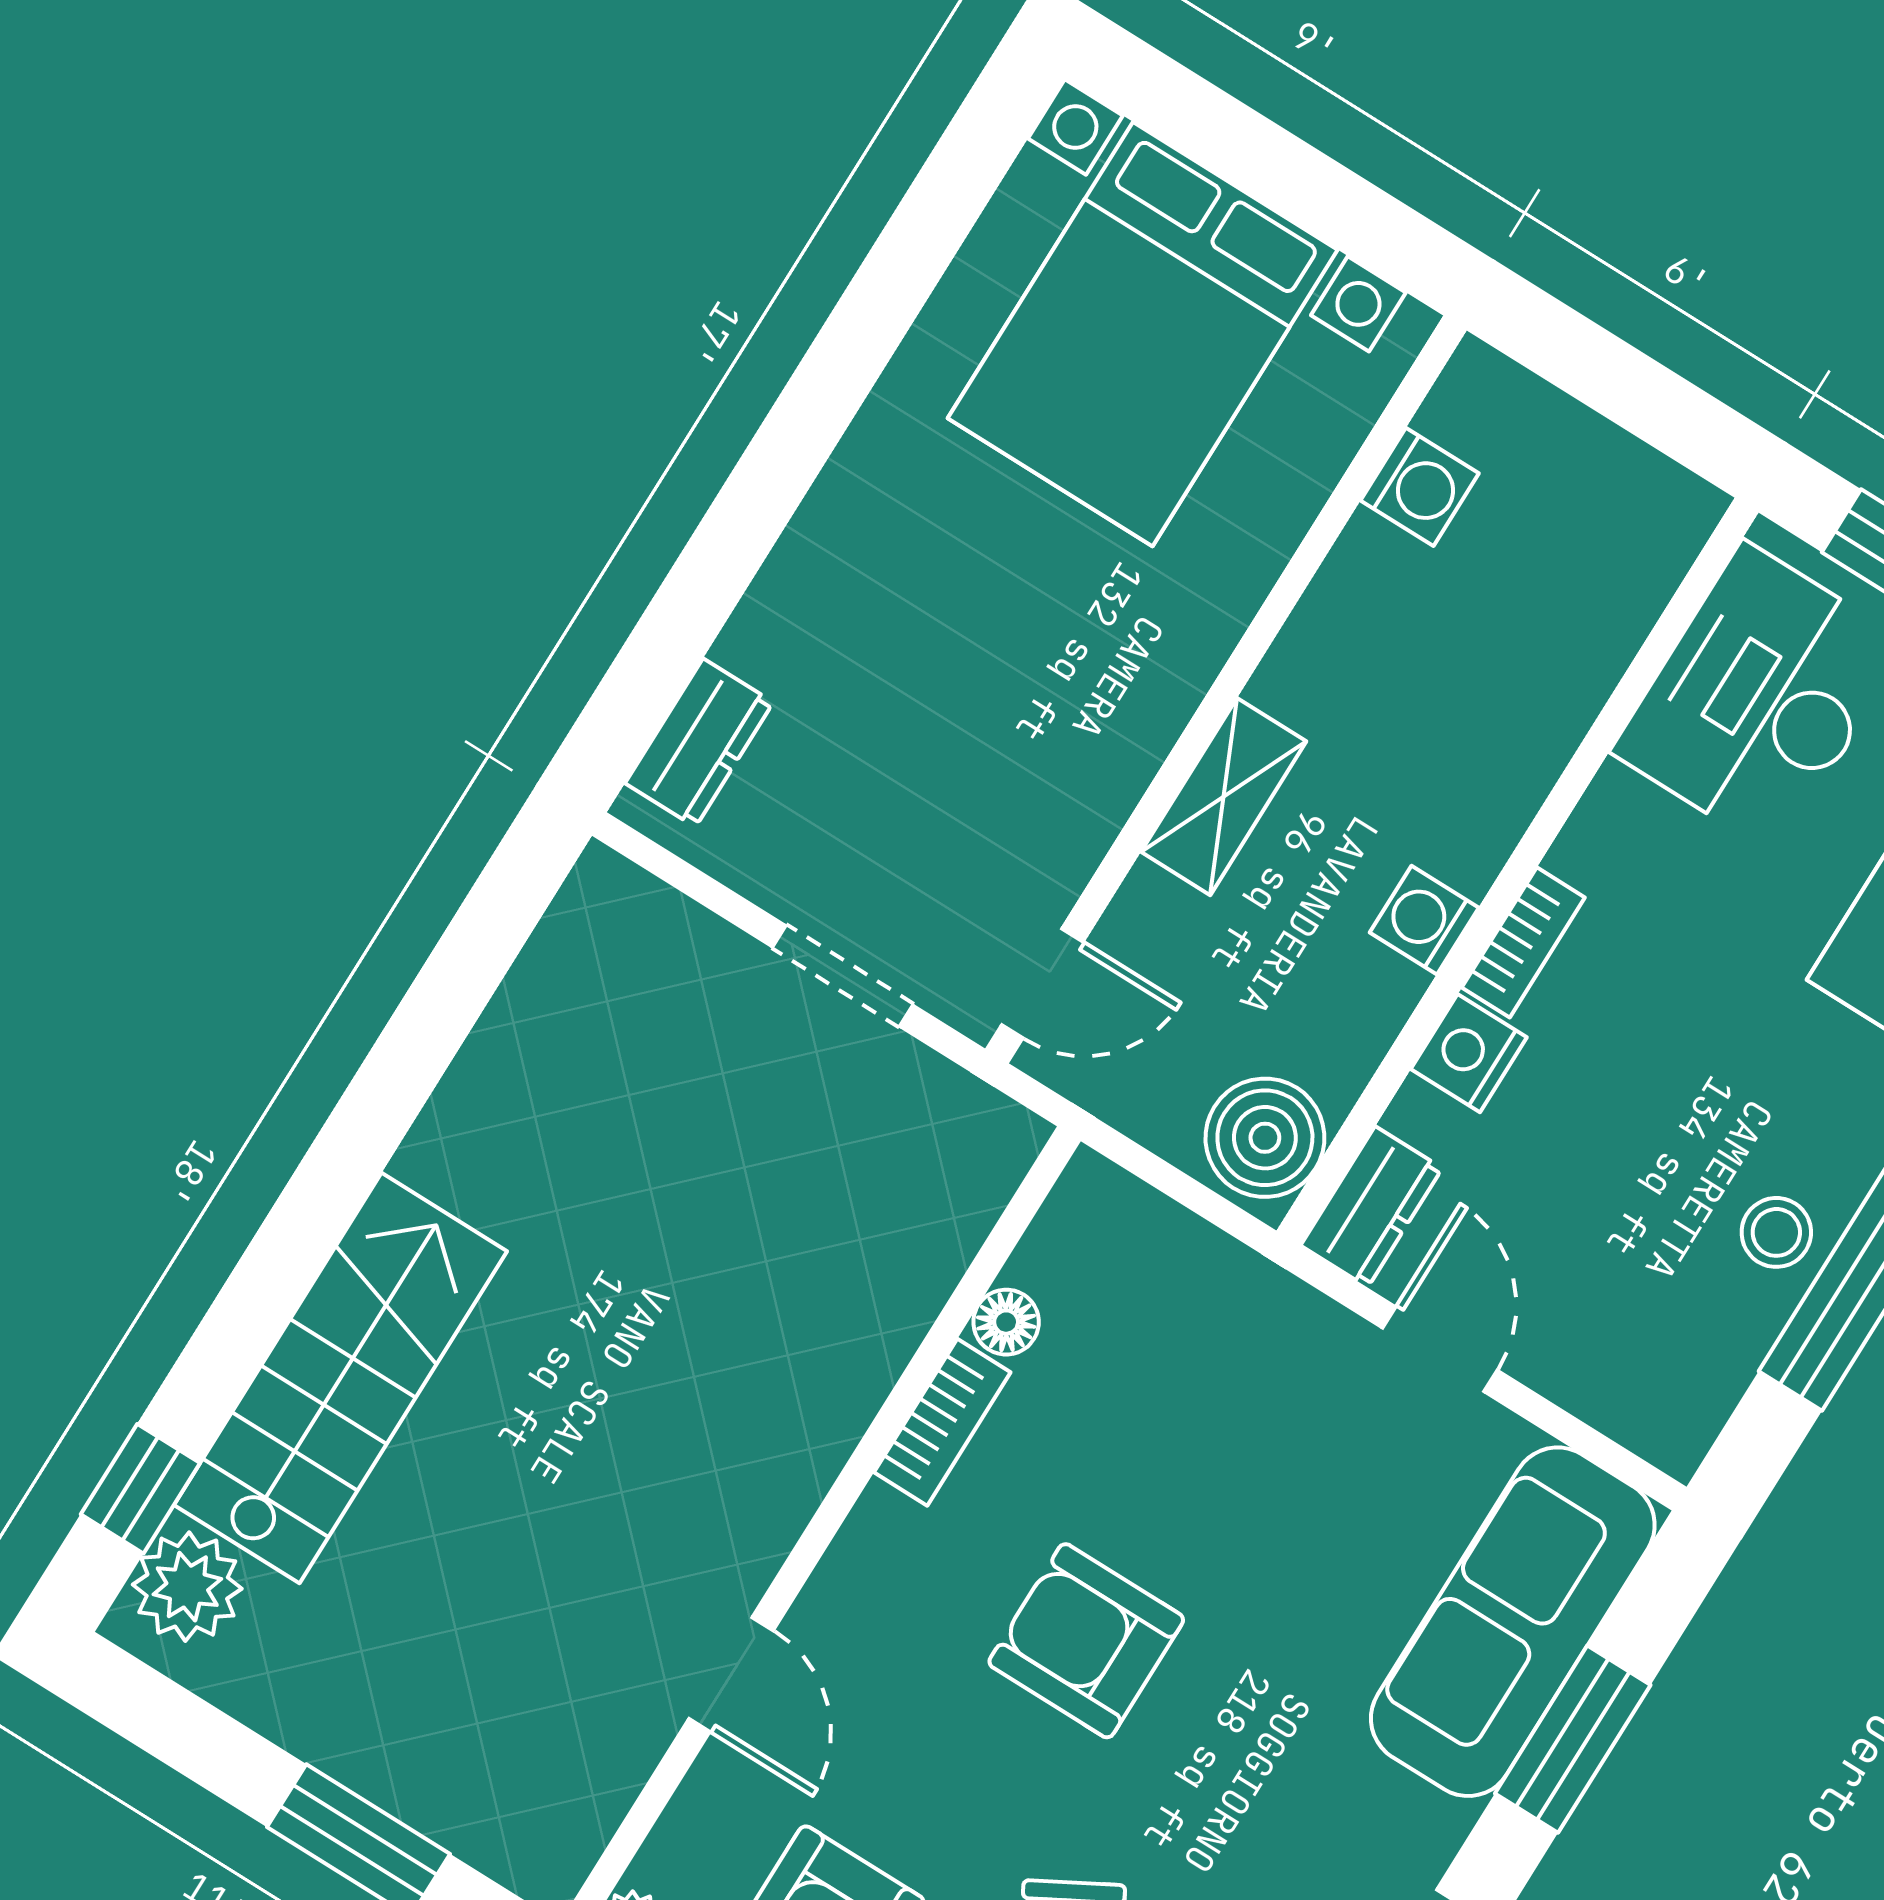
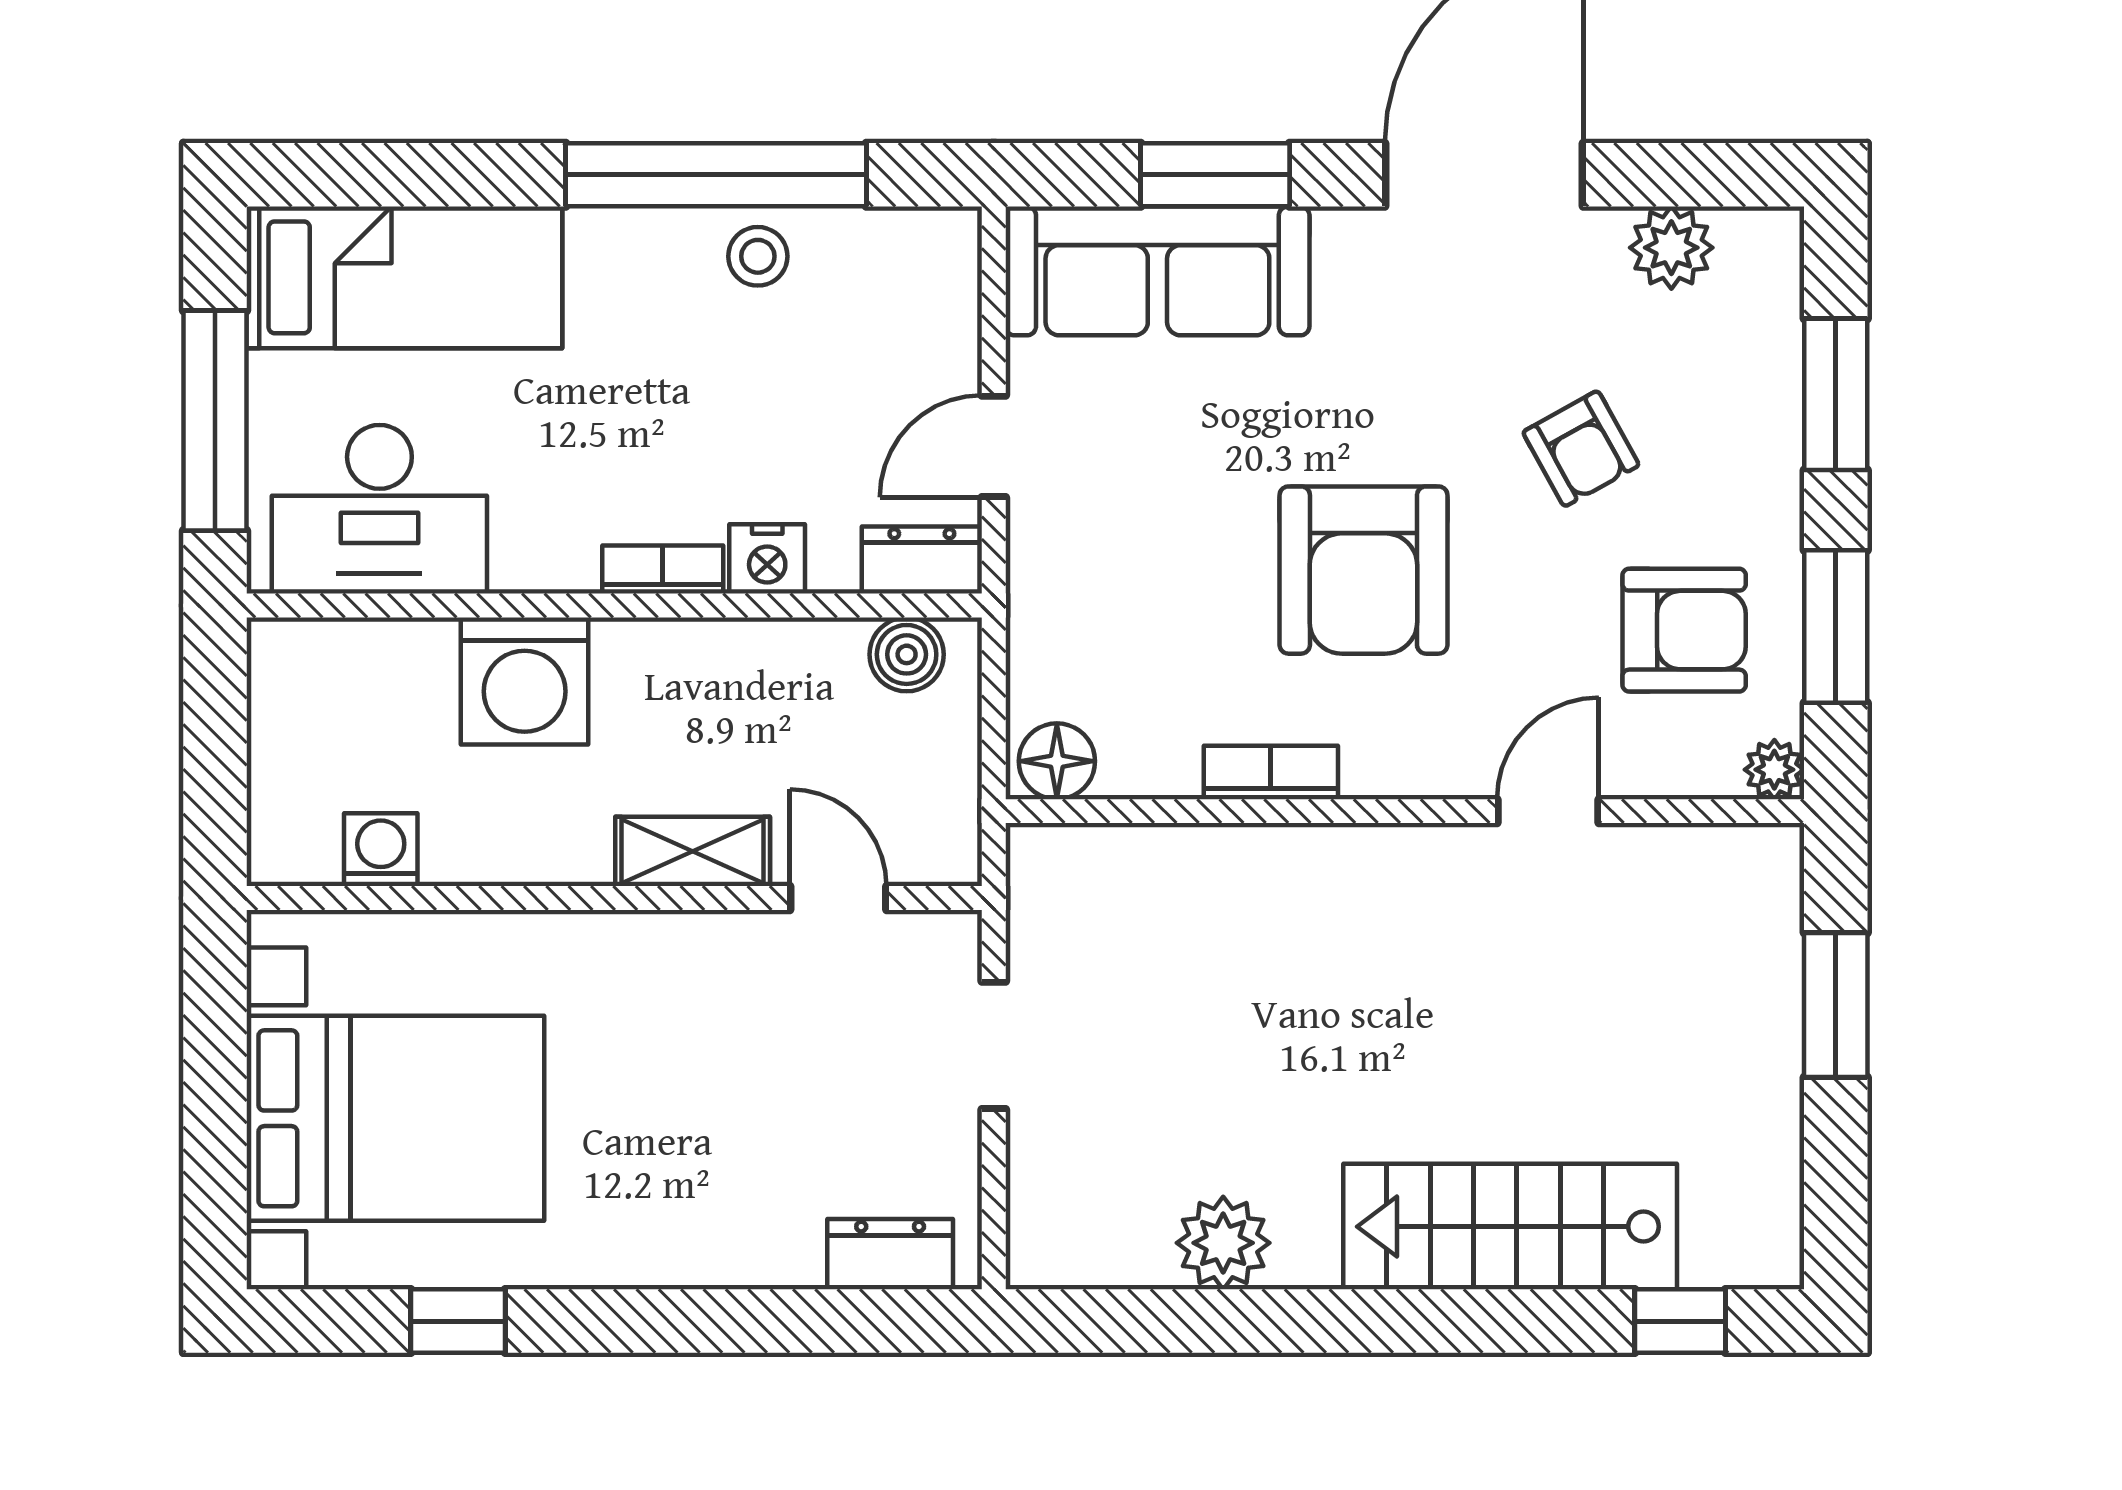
window: (902, 270) -> (458, 1321), added
washing machine: (1424, 920) -> (525, 681), moved, width x1.89, depth x1.89
door: (1042, 983) -> (838, 898), moved
boiler: (1265, 1138) -> (907, 654), width x0.73, depth x0.73
floor lamp: (1006, 1322) -> (1057, 761), moved, width x1.37, depth x1.37
plant: (187, 1587) -> (1223, 1243), moved
armchair: (1086, 1641) -> (1363, 570), width x1.36, depth x1.36

